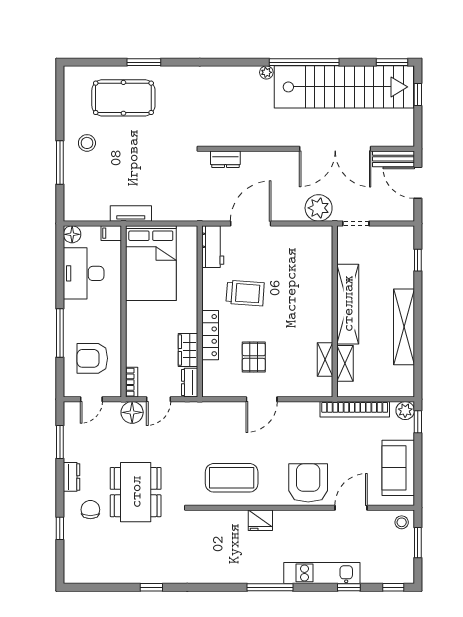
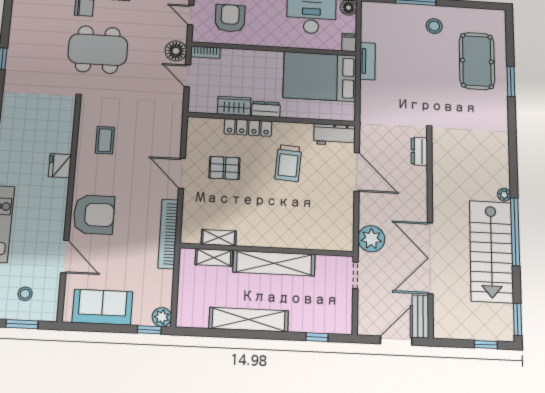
stairs: (344, 87) -> (491, 251), width x0.73
dresser: (190, 382) -> (266, 109), moved
bookcase: (355, 409) -> (168, 234), moved
coffee table: (232, 478) -> (105, 140), width x0.54, depth x0.58
stool: (402, 522) -> (25, 294), moved

